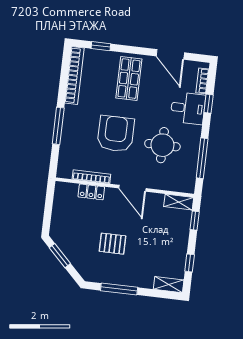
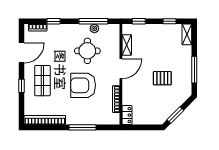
window: (101, 46) -> (21, 86), moved
shop shelf: (129, 79) -> (42, 81), turned 90
desk: (188, 108) -> (59, 36), removed
plant: (192, 158) -> (94, 28), added
locker: (91, 192) -> (127, 115), moved
shelving: (179, 202) -> (127, 45), moved
pallet: (113, 244) -> (162, 78), turned 90

